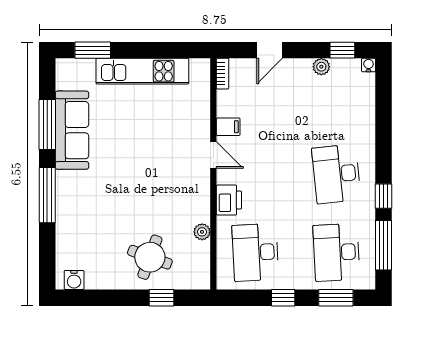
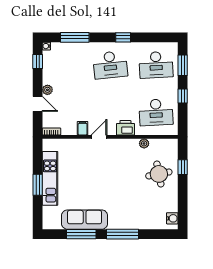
window: (93, 50) -> (38, 185), moved
plant: (321, 67) -> (47, 90), moved
window: (383, 245) -> (75, 37), moved
round table: (150, 257) -> (159, 174), turned -31

